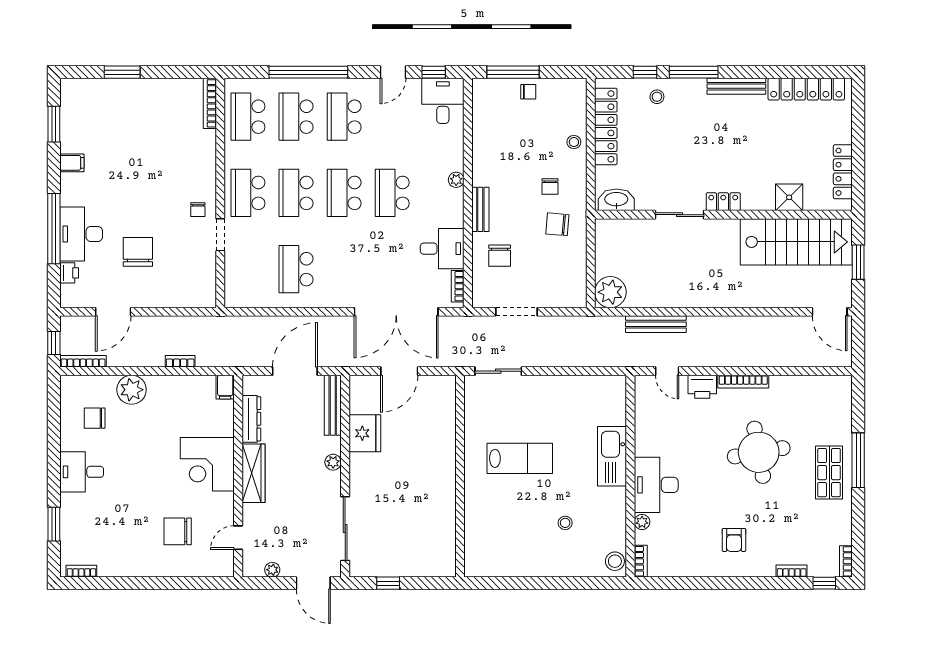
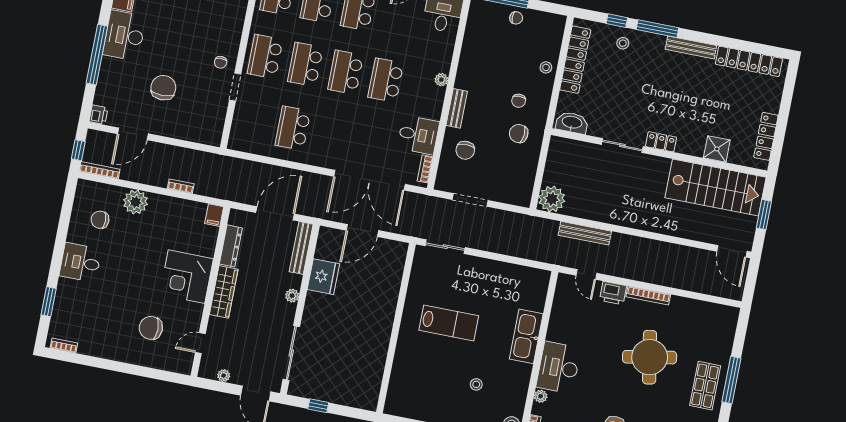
desk: (81, 234) -> (124, 35), moved
printer: (69, 273) -> (98, 115), moved

